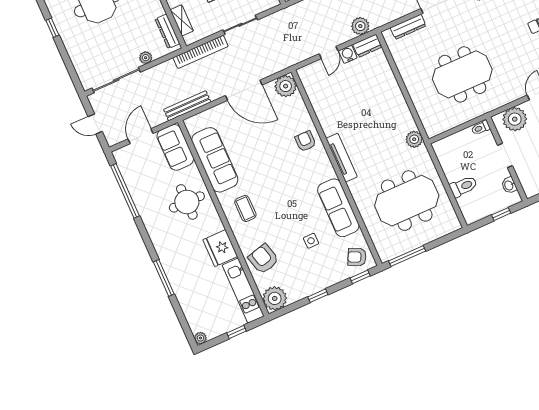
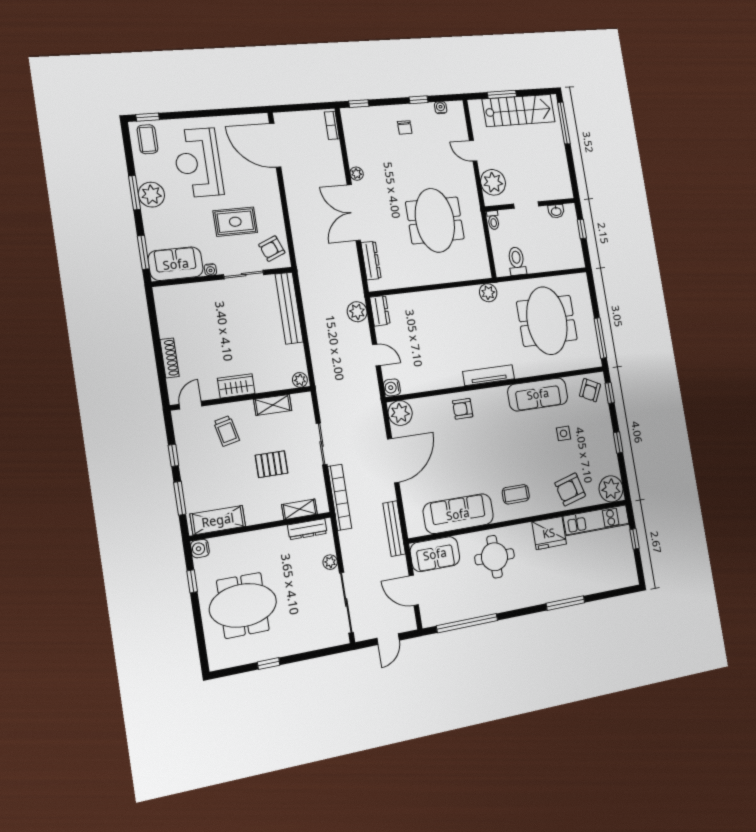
water cooler: (348, 54) -> (392, 387), moved
toilet: (463, 186) -> (517, 261), moved
plant: (200, 338) -> (632, 579), removed

